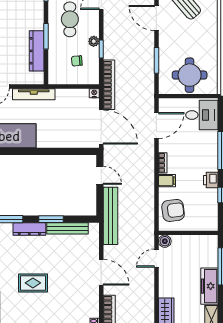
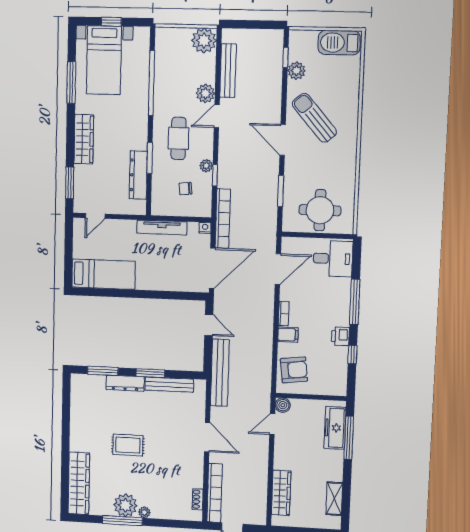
tv unit: (34, 94) -> (162, 227), moved
door: (101, 127) -> (212, 268), hinge flipped
freezer: (209, 286) -> (335, 428), moved

